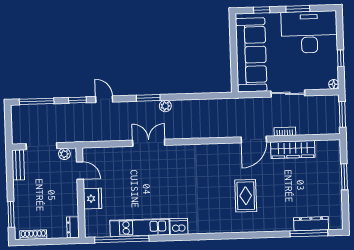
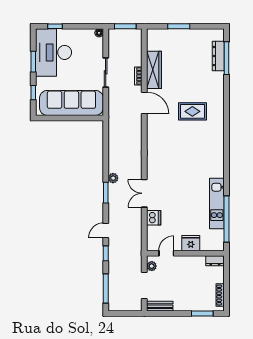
window: (341, 58) -> (55, 26), moved
dishwasher: (179, 226) -> (154, 218), moved, turned 180

